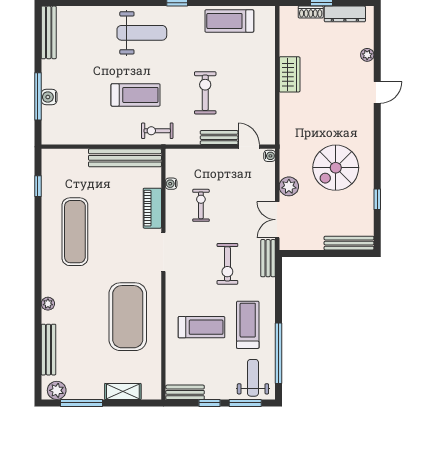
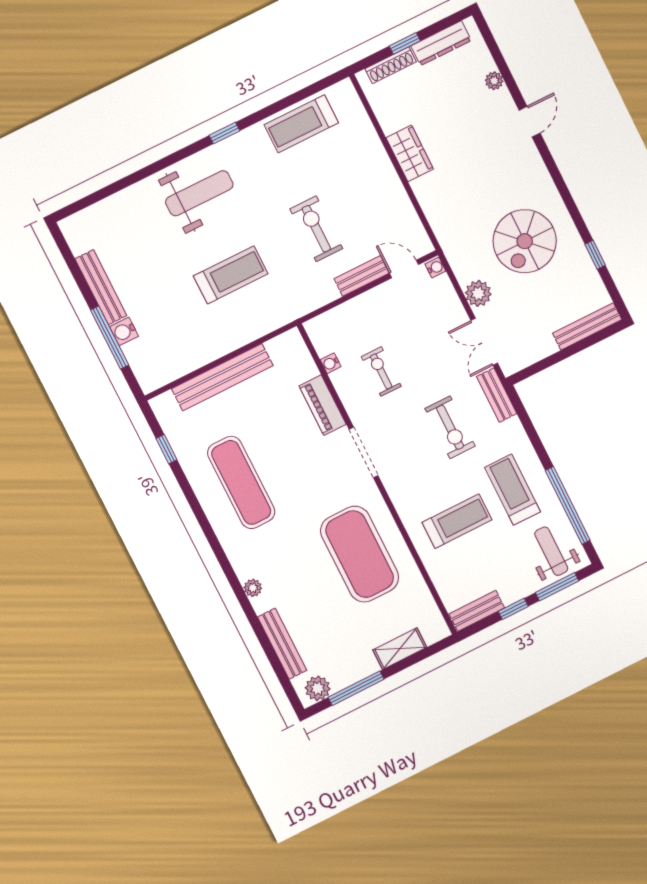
shoe rack: (311, 12) -> (391, 65), width x1.43
bench: (49, 32) -> (101, 287), moved
exercise bike: (157, 131) -> (280, 306), removed
bench: (125, 158) -> (222, 377), moved

